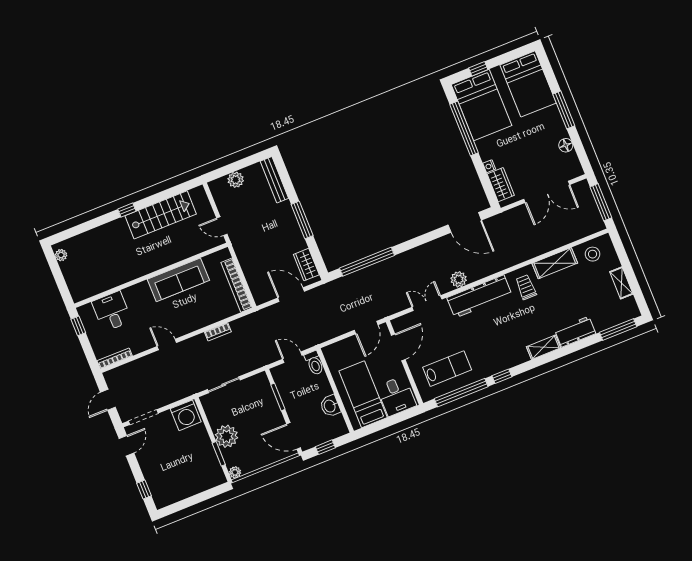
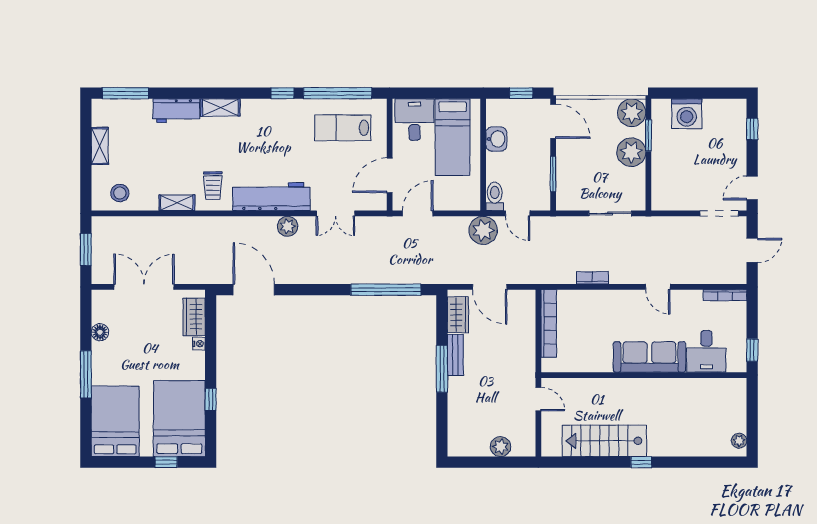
window: (464, 129) -> (211, 399), width x0.32
bench: (274, 180) -> (455, 355), moved, width x0.73
window: (601, 202) -> (86, 249), width x0.69
shelving: (555, 263) -> (177, 203), width x0.67, depth x0.75
sofa: (178, 280) -> (649, 357), moved
plant: (313, 334) -> (483, 230), added
washing machine: (186, 415) -> (687, 114), moved, turned 180
plant: (235, 472) -> (632, 113), width x1.88, depth x1.88

